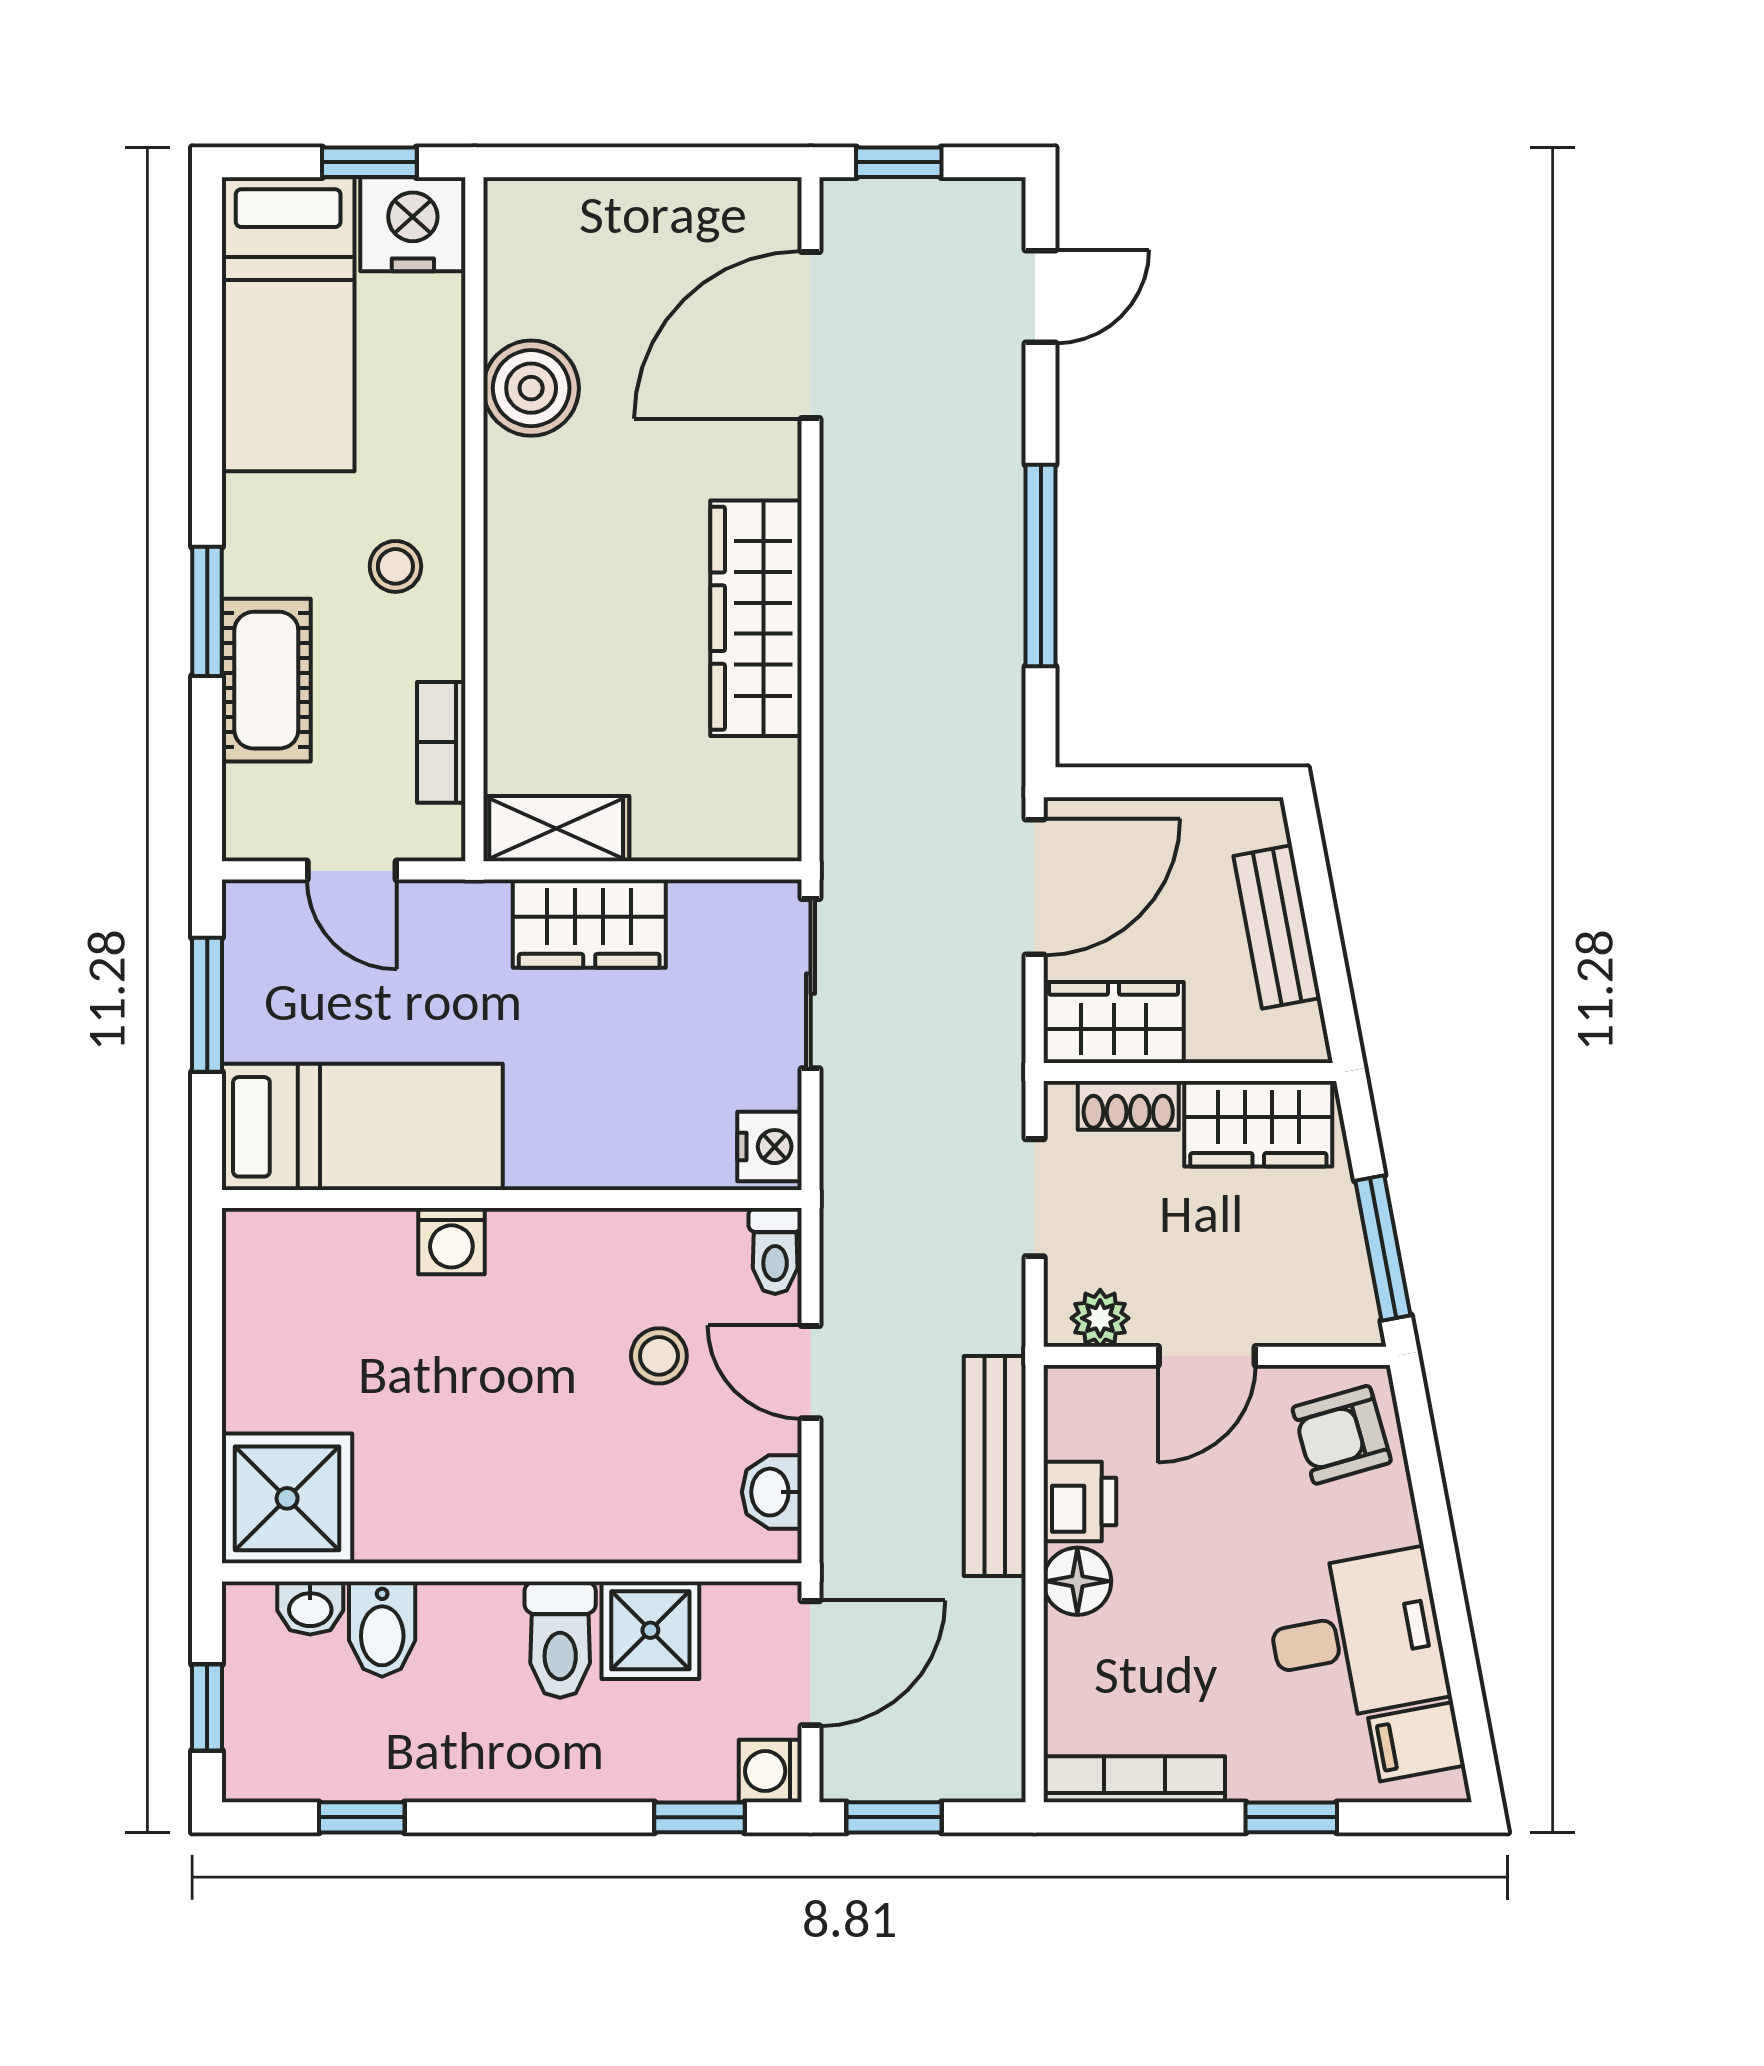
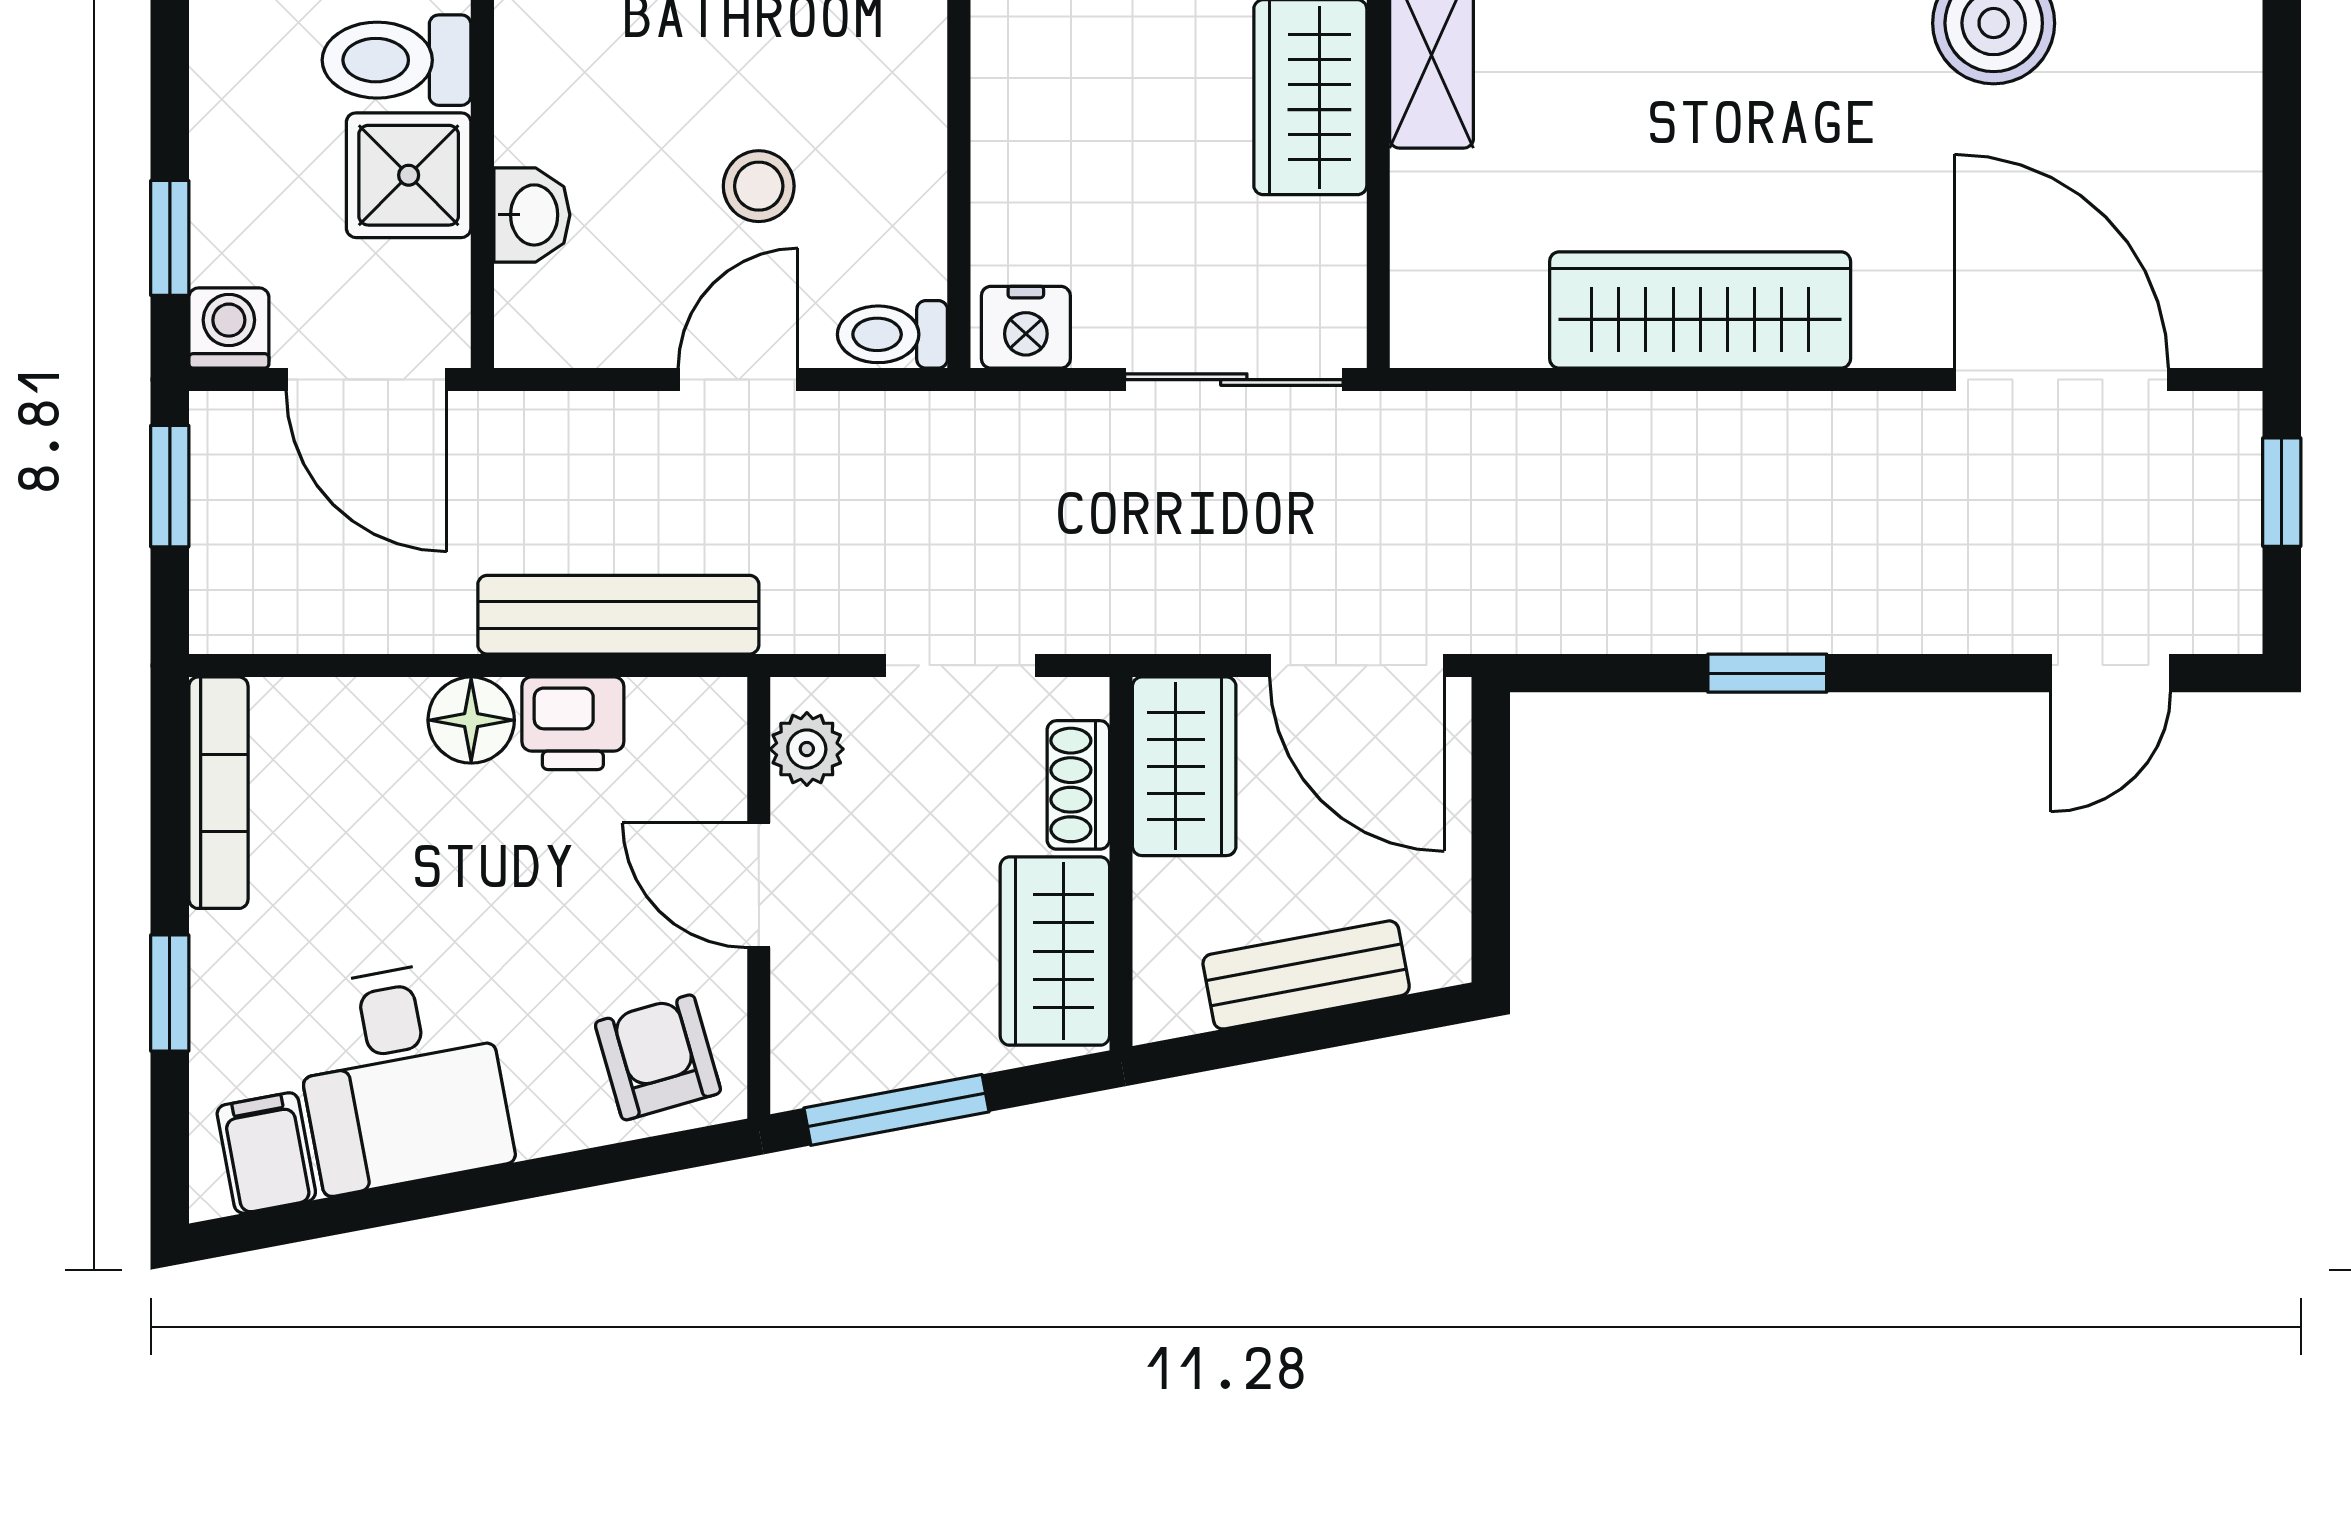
door: (1041, 296) -> (2111, 673), hinge flipped
window: (1041, 566) -> (1767, 673), width x0.46
washbasin: (772, 1492) -> (532, 215), moved, turned 90

